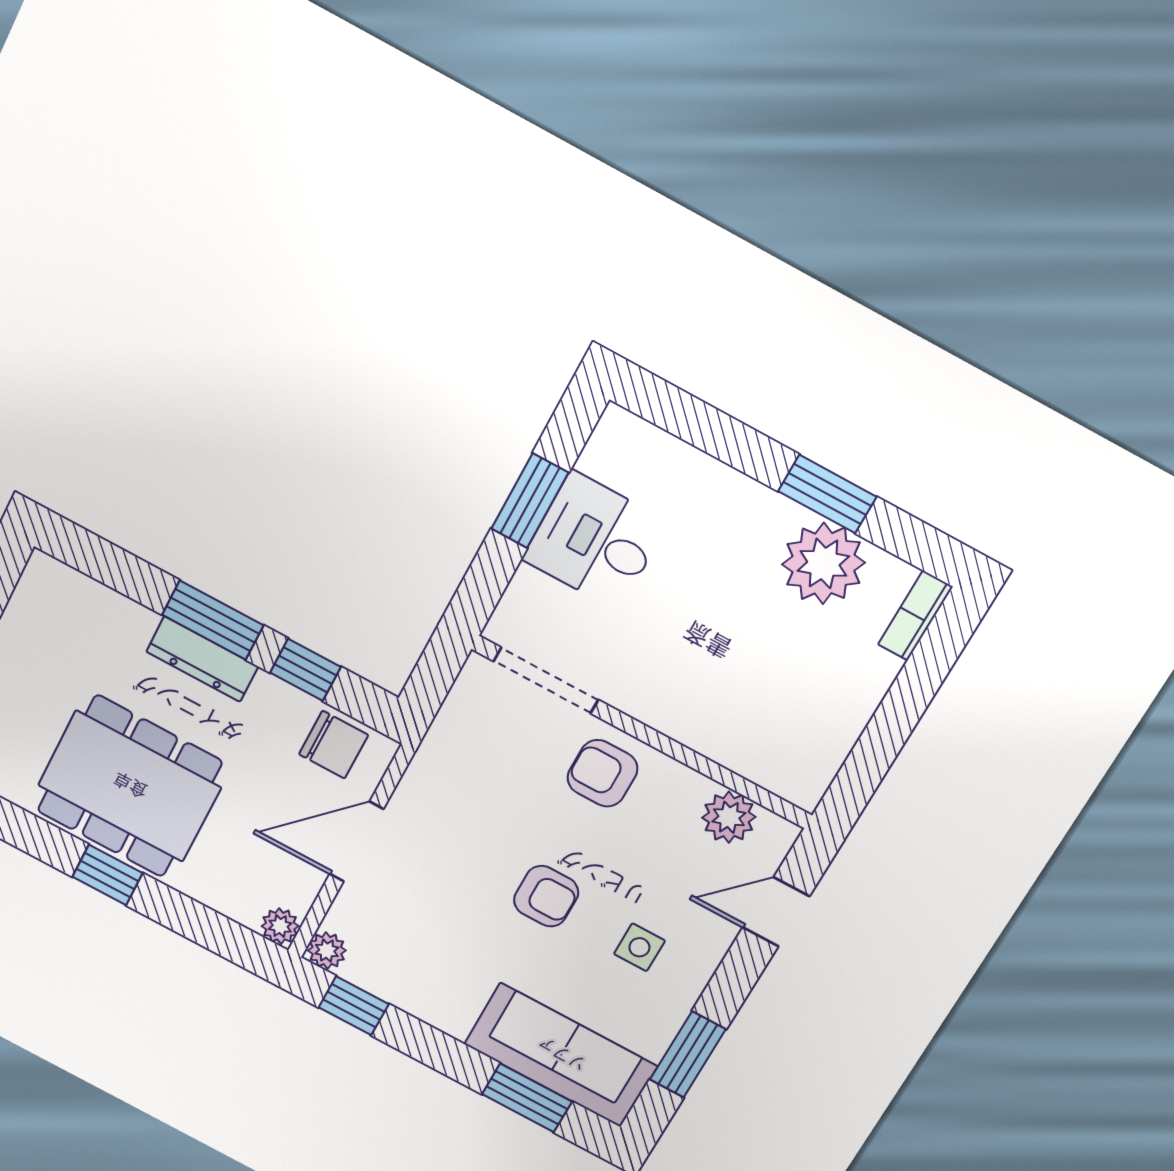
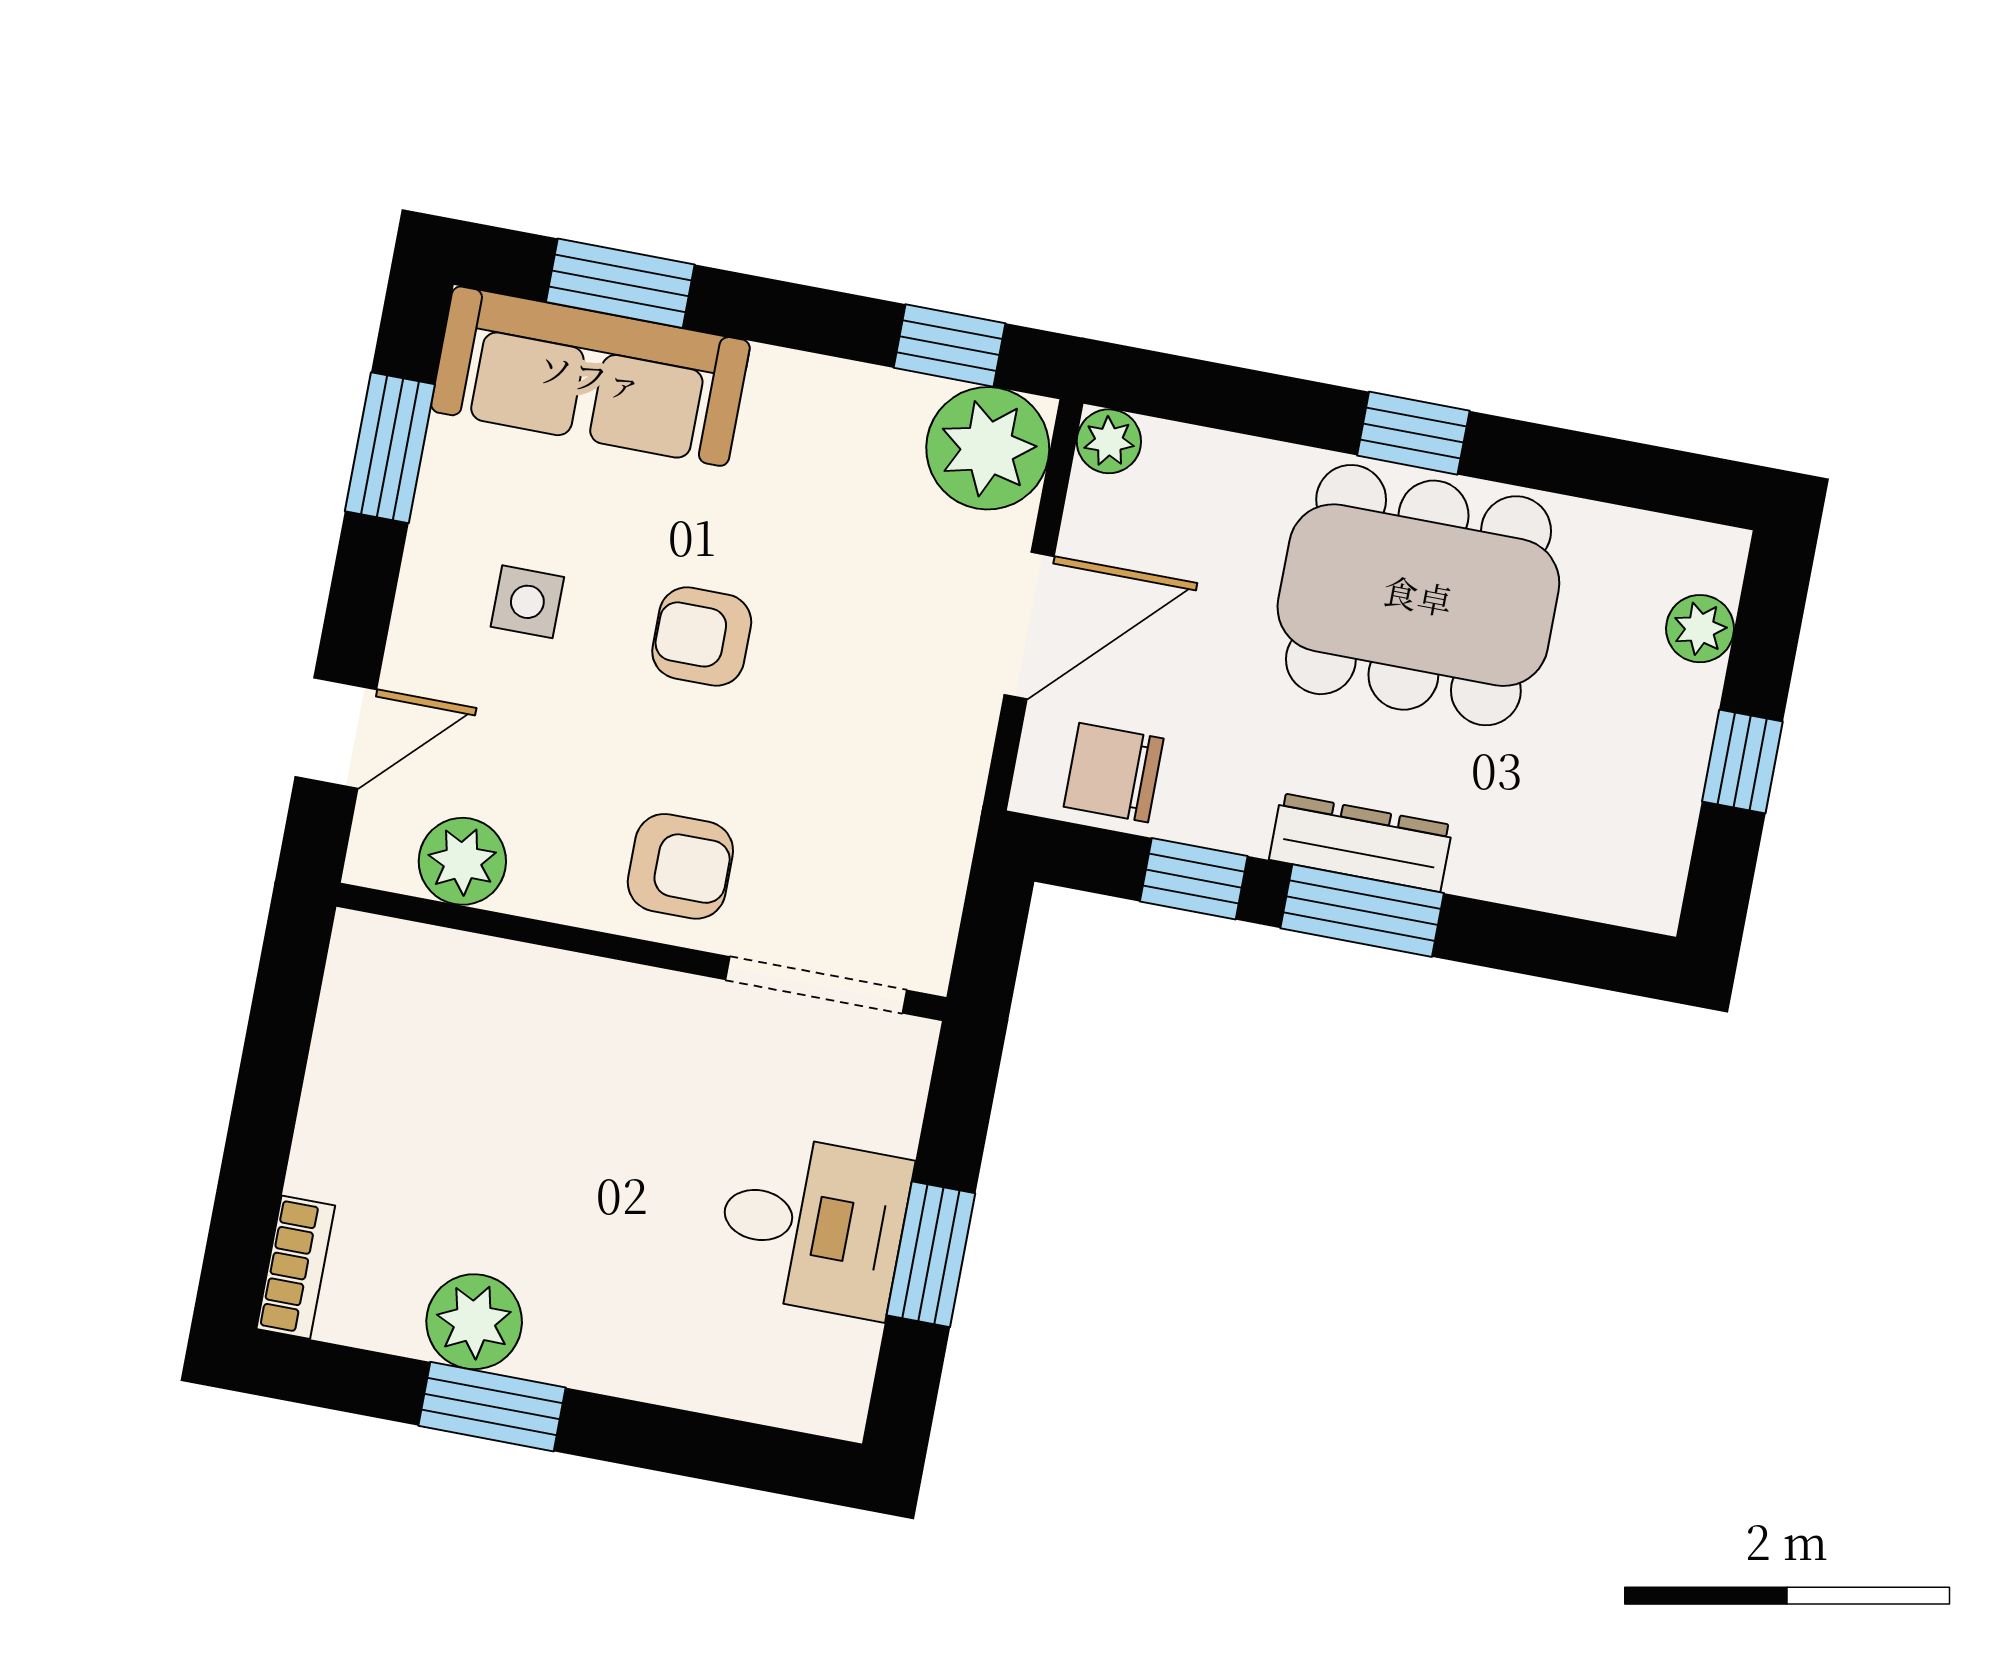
plant: (823, 563) -> (474, 1322), width x0.73, depth x0.73
plant: (327, 951) -> (988, 448), width x1.88, depth x1.88

